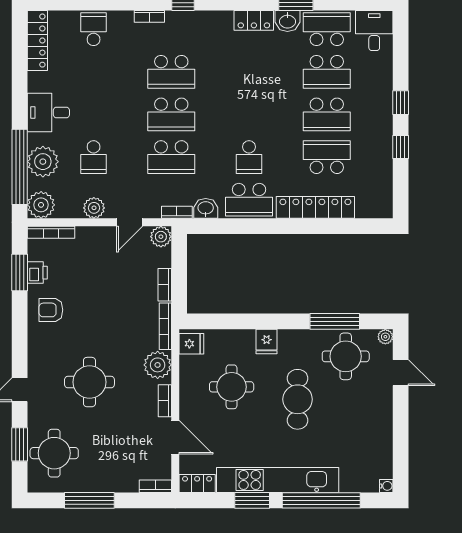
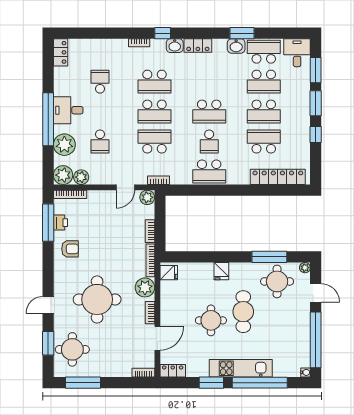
locker: (254, 20) -> (198, 45), moved
school desk: (94, 29) -> (100, 82), moved
locker: (37, 41) -> (61, 52), width x0.66
window: (401, 55) -> (316, 70), added
window: (401, 103) -> (316, 103), width x1.50
school desk: (249, 114) -> (209, 112), added
school desk: (171, 157) -> (155, 142), turned 180
window: (20, 167) -> (48, 119), moved
locker: (315, 207) -> (278, 177), moved
plant: (94, 208) -> (81, 177), moved
washbasin: (206, 208) -> (175, 46), moved, turned 180
window: (20, 273) -> (48, 223), width x1.44
armchair: (51, 310) -> (70, 249), turned 180
round table: (89, 382) -> (97, 299), width x1.36, depth x1.36
round table: (232, 387) -> (211, 320), moved
door: (175, 437) -> (157, 338), hinge flipped
window: (401, 440) -> (316, 340), added
kitchen unit: (278, 480) -> (241, 368), width x0.73
window: (89, 500) -> (83, 383), moved

